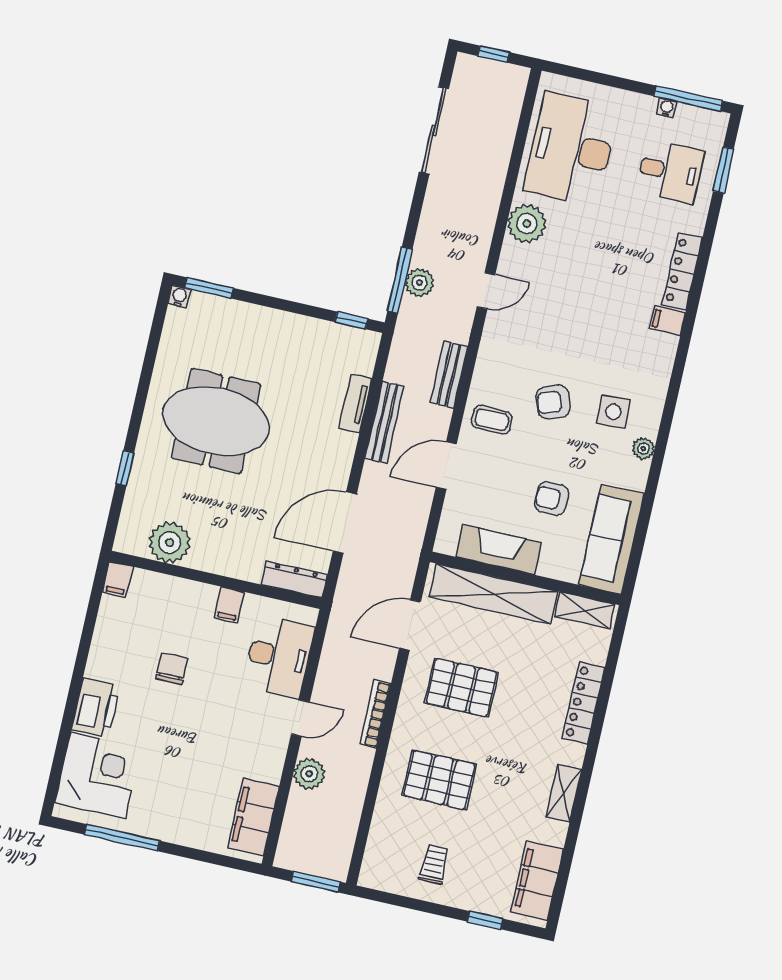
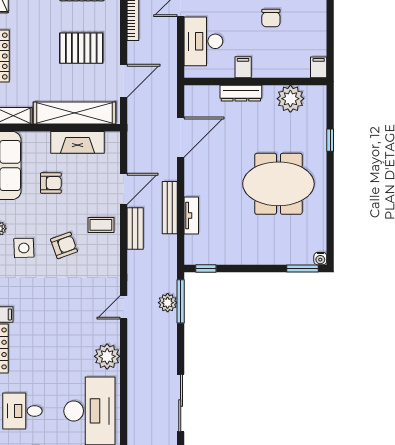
bench: (449, 374) -> (135, 229), moved
dresser: (294, 580) -> (241, 93), moved

